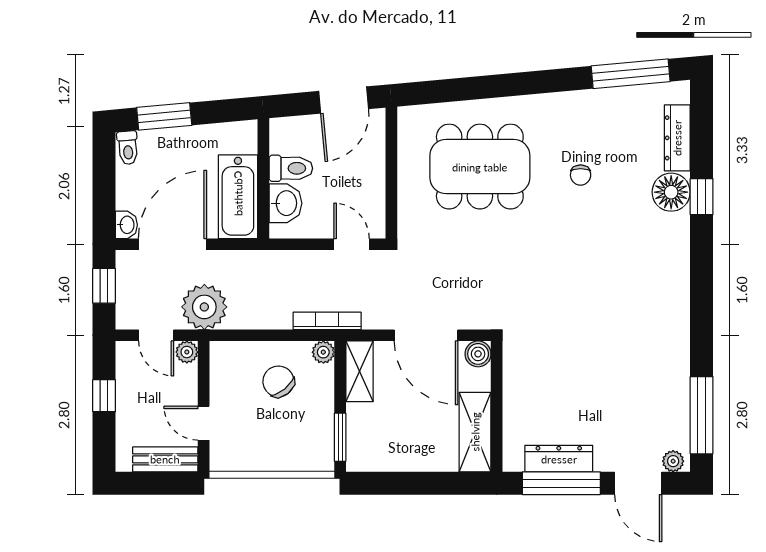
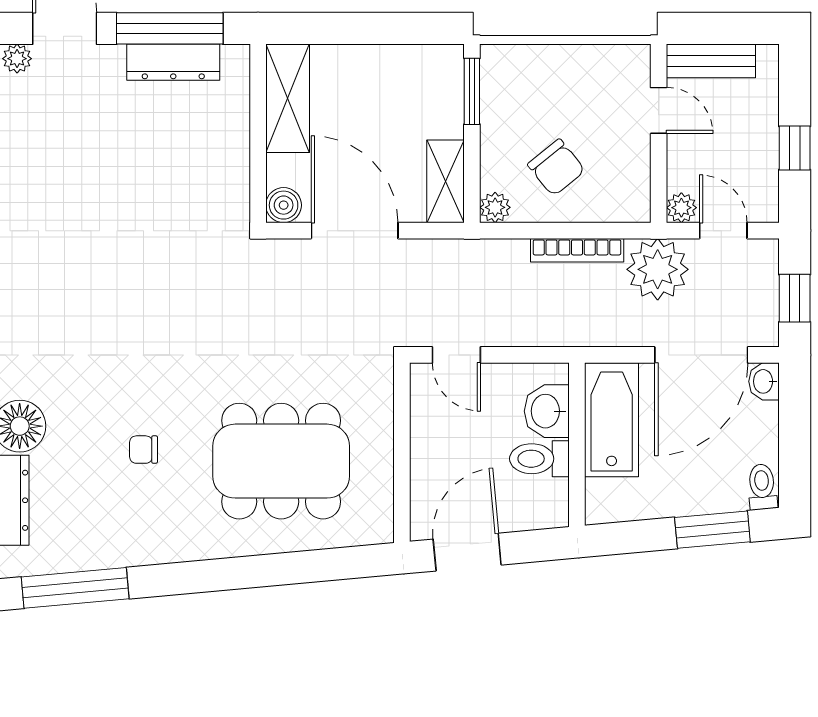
chair: (581, 175) -> (144, 450), turned -90
bookcase: (327, 321) -> (577, 250), moved

